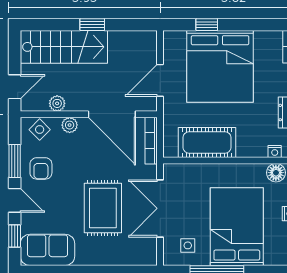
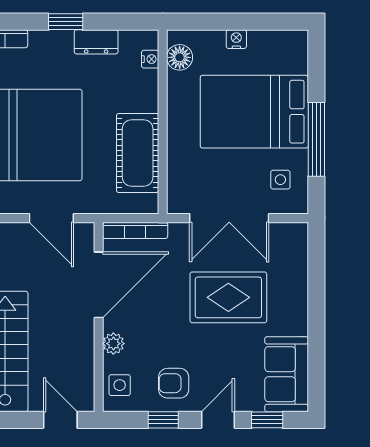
plant: (57, 103) -> (83, 361), removed
side table: (40, 130) -> (120, 385), turned 45
window: (15, 161) -> (163, 420), width x0.67
armchair: (41, 168) -> (174, 383), turned 180

